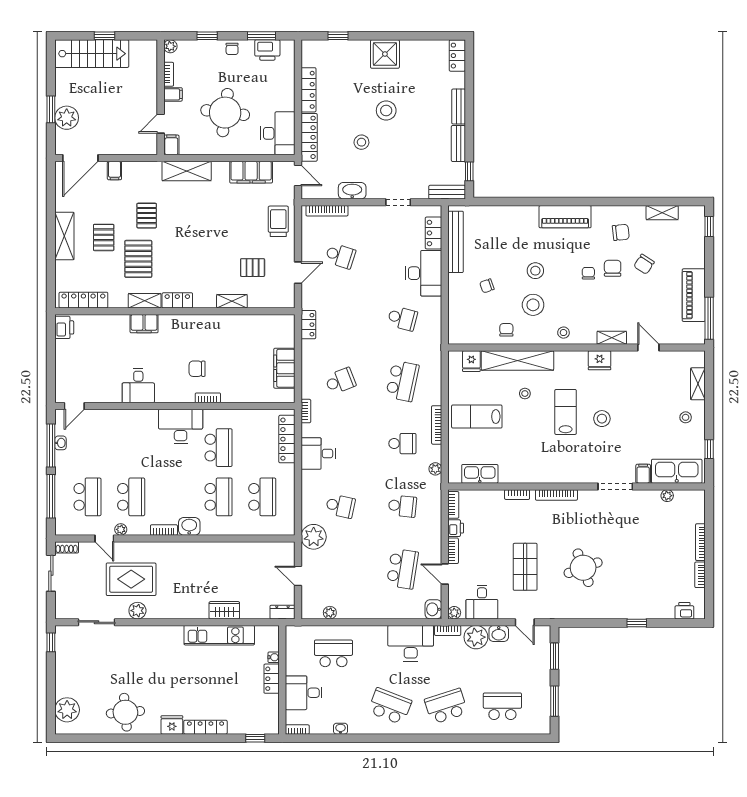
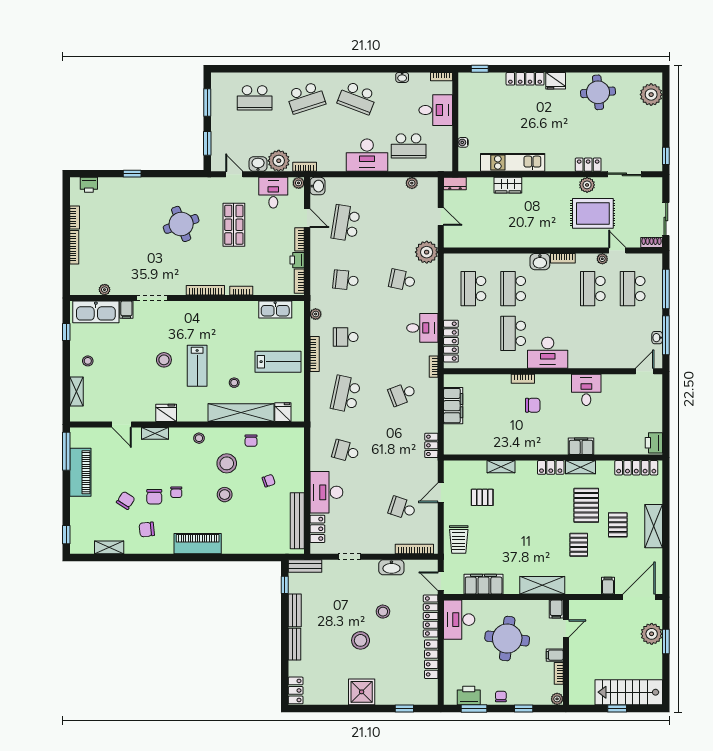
desk: (411, 643) -> (367, 155), moved
locker: (272, 679) -> (588, 165), moved, turned -90

